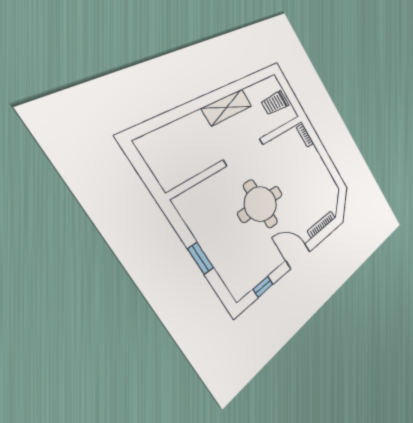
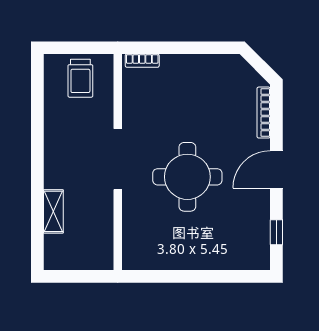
shelving: (227, 107) -> (53, 211), moved, width x0.67, depth x0.75
window: (201, 258) -> (199, 276), removed

